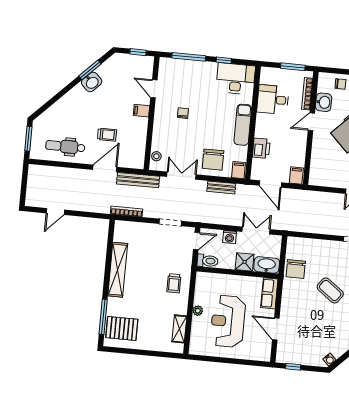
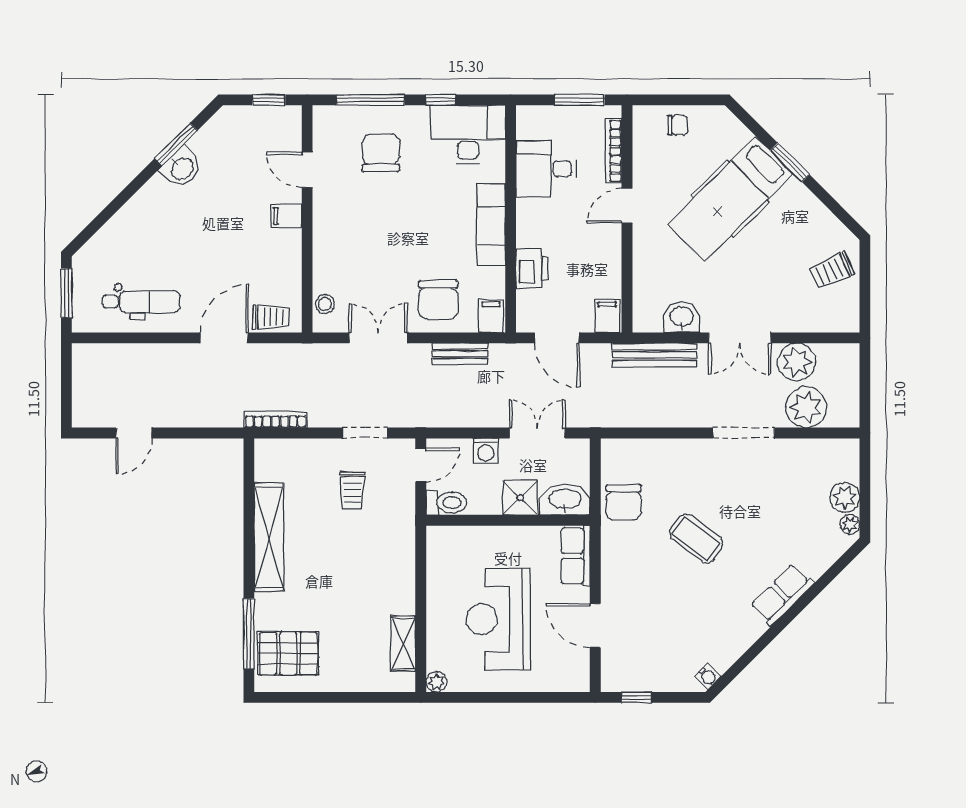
washbasin: (324, 102) -> (682, 317), moved, turned -90
chair: (183, 113) -> (381, 153), moved, width x1.87, depth x1.87
trolley: (107, 135) -> (271, 317), moved
dental chair: (65, 147) -> (141, 302), turned 180
bench: (138, 180) -> (654, 355), moved
trolley: (174, 283) -> (352, 490), moved
plant: (198, 311) -> (436, 682), moved

